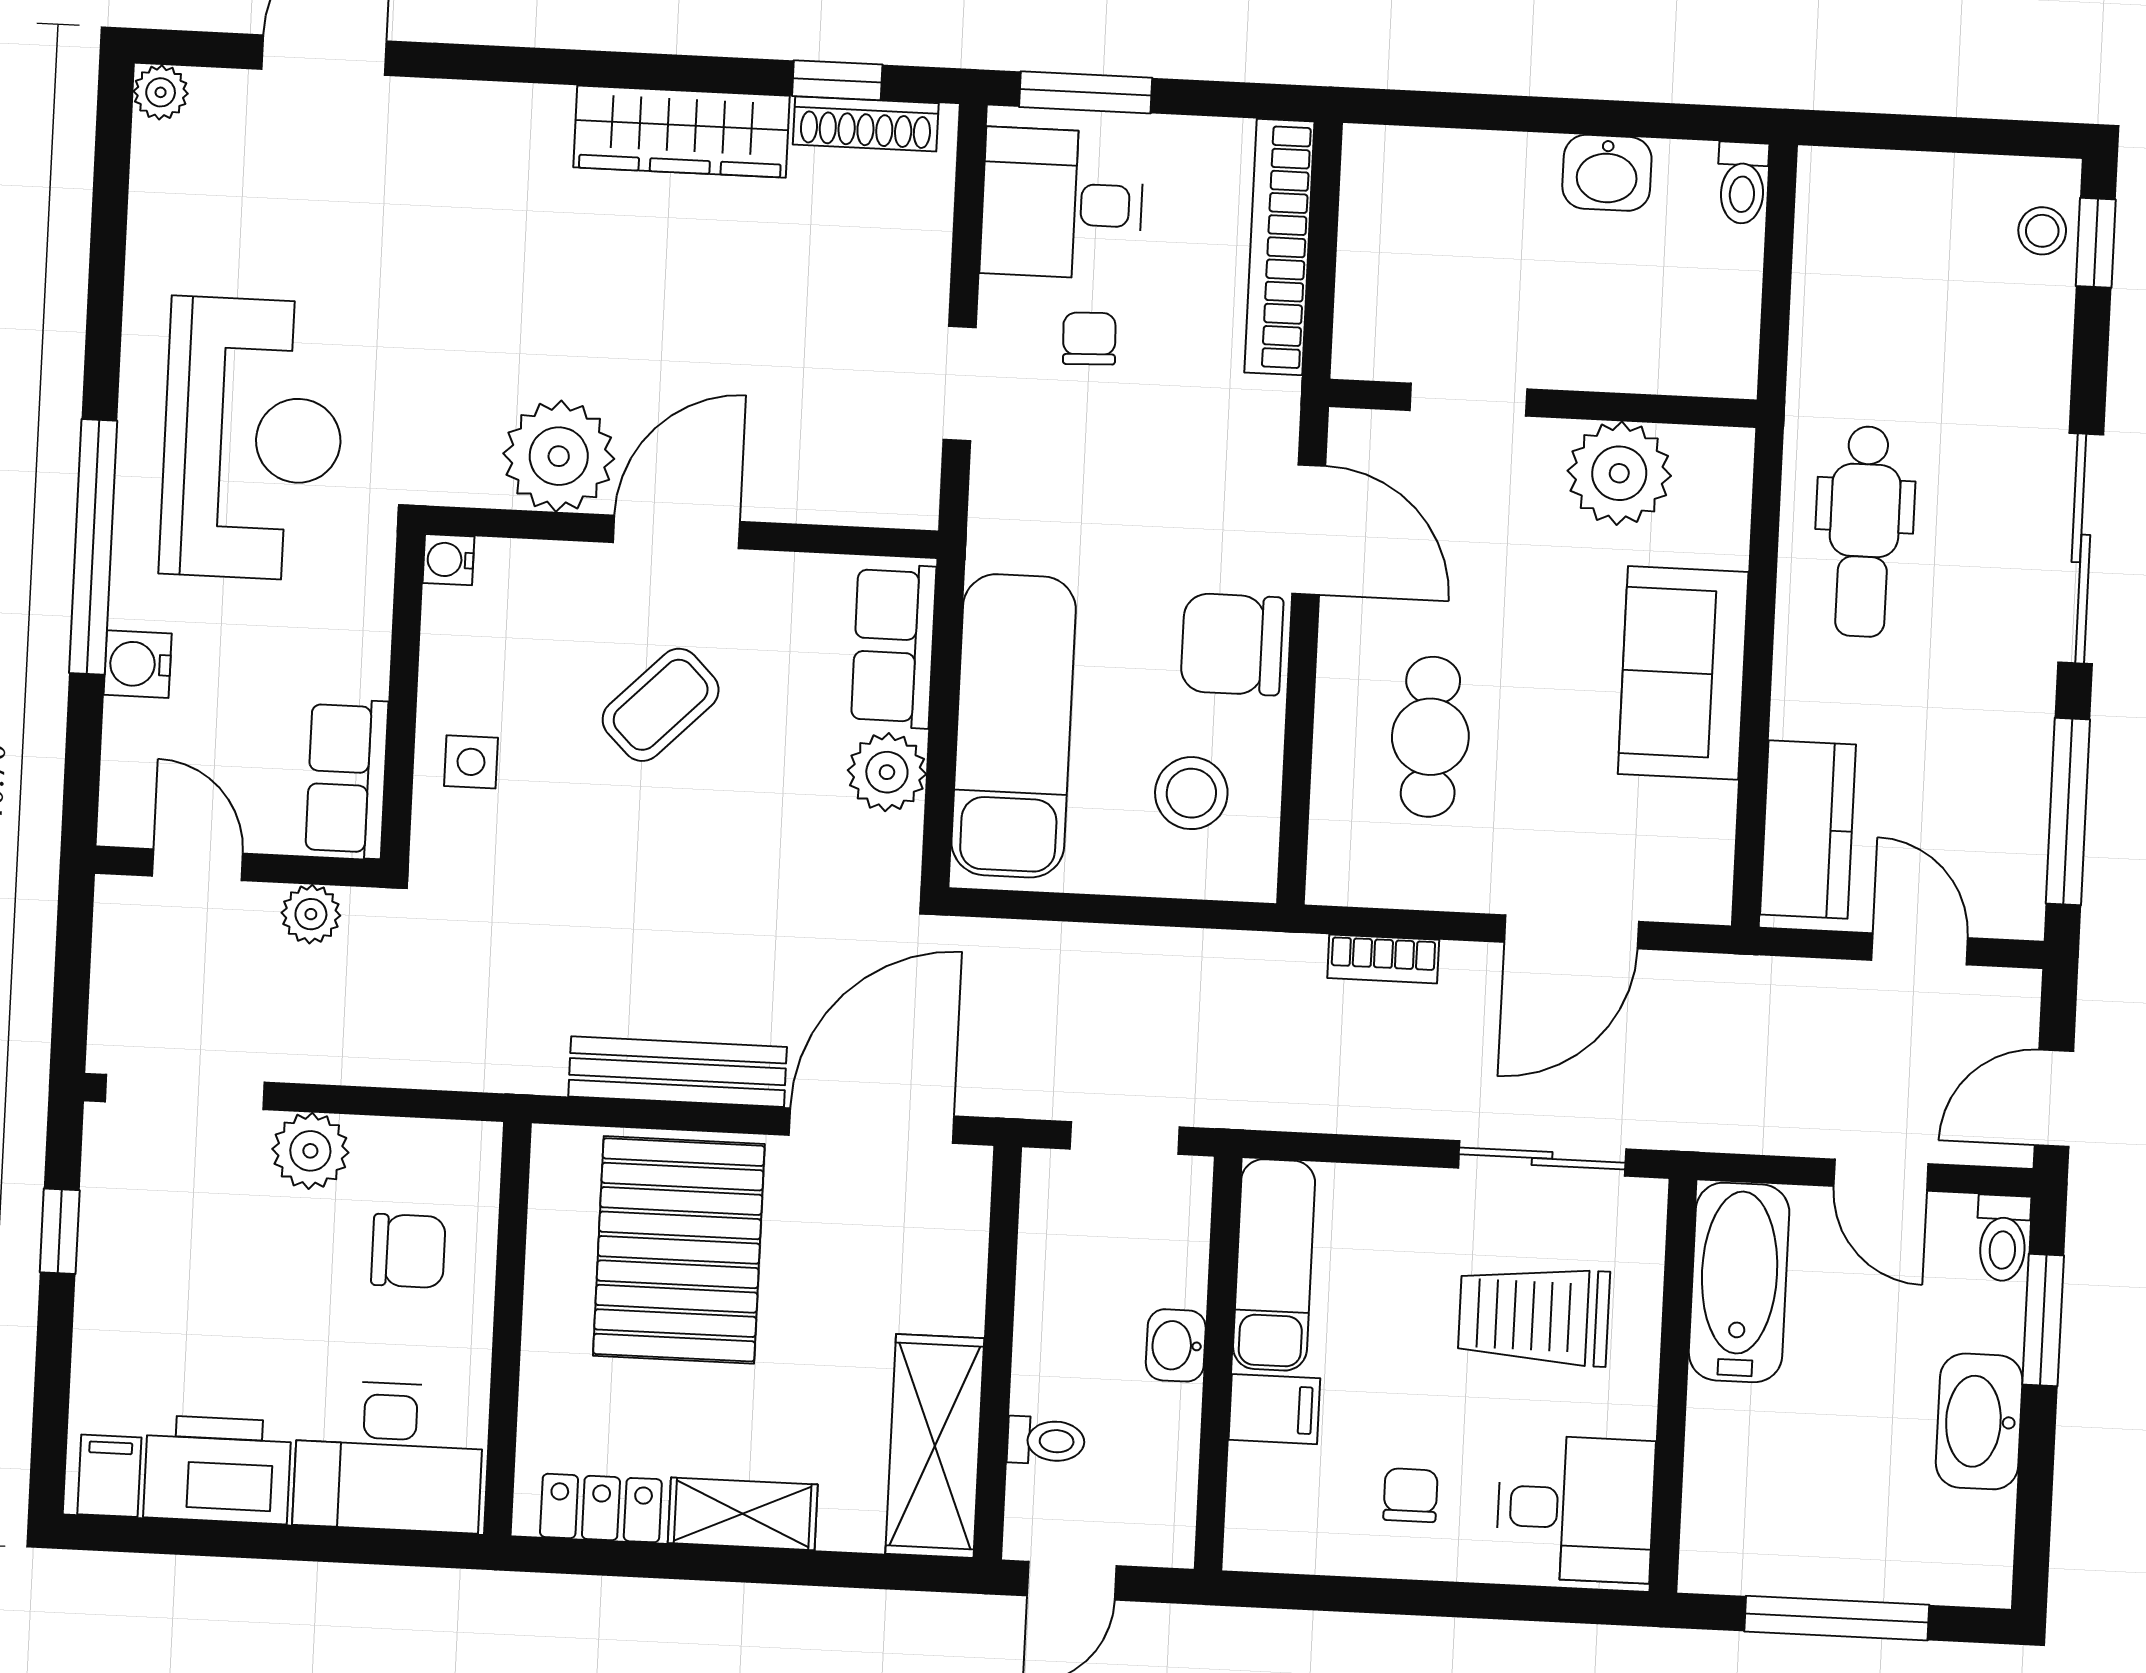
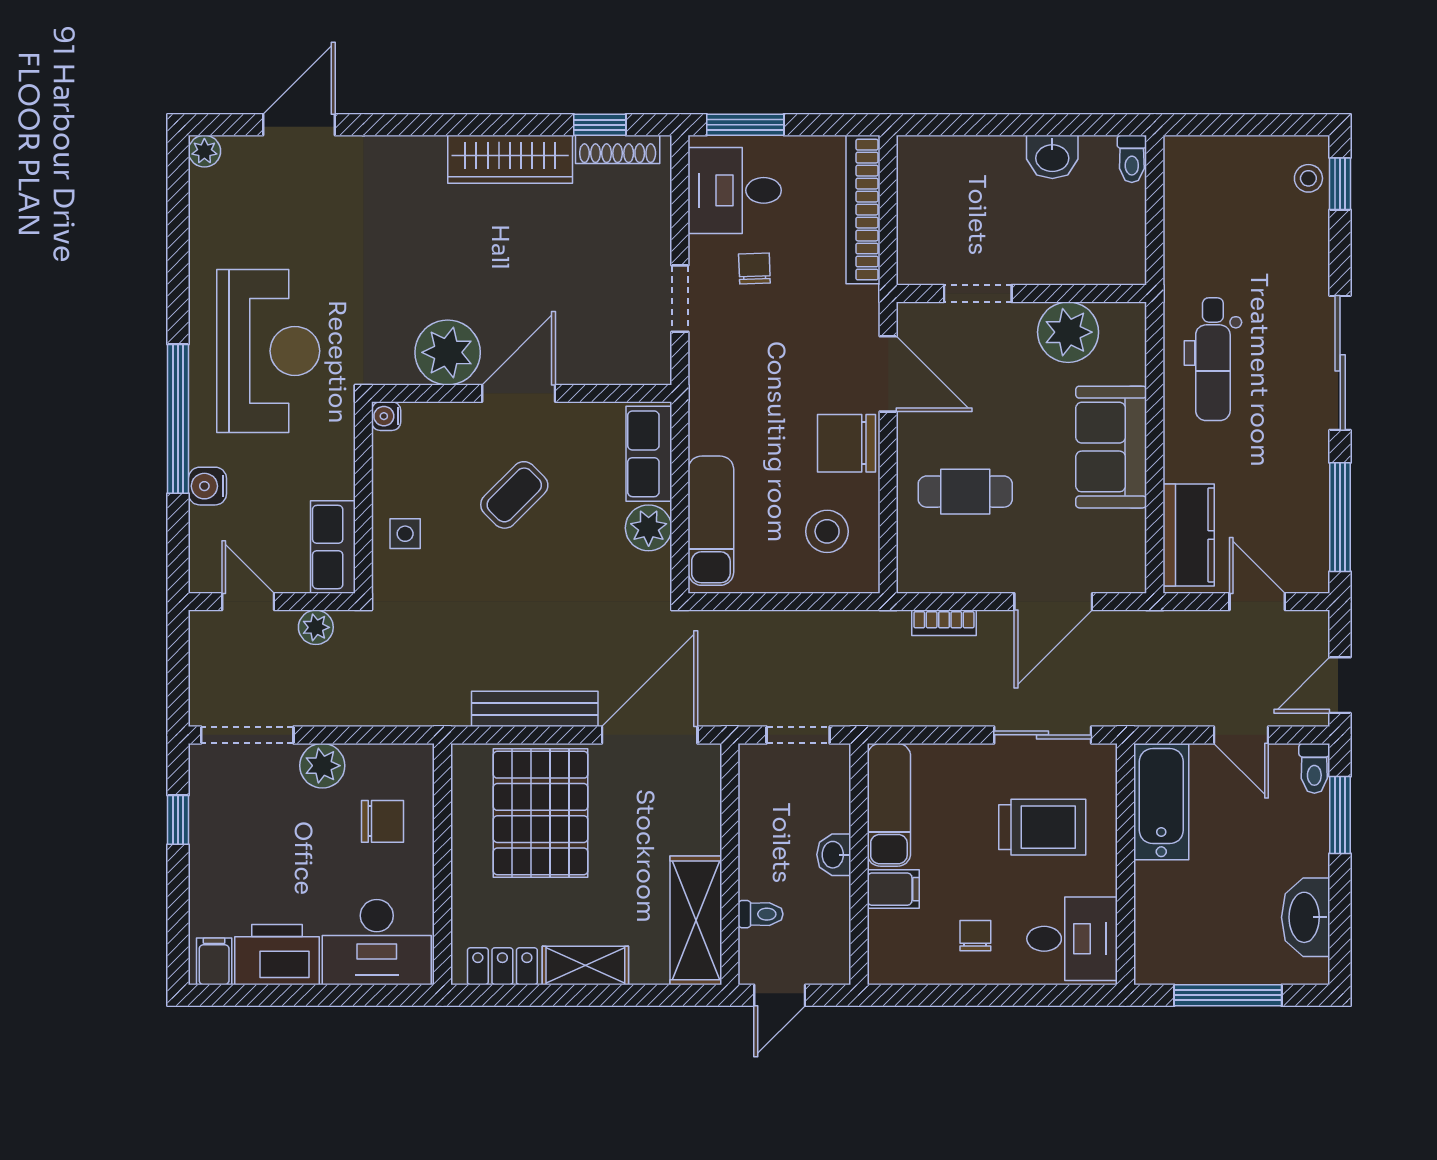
exam couch: (1014, 726) -> (711, 521), width x0.73, depth x0.69
cafe table: (1430, 737) -> (965, 492), turned 90
trolley: (1534, 1316) -> (1042, 827), turned 180
washbasin: (1979, 1421) -> (1306, 917), moved

